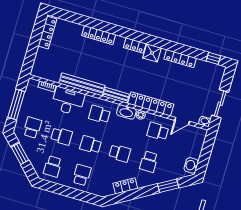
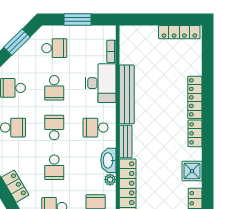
locker: (135, 45) -> (195, 133), moved
window: (16, 104) -> (77, 19), width x0.69
school desk: (99, 114) -> (96, 128), turned -90

